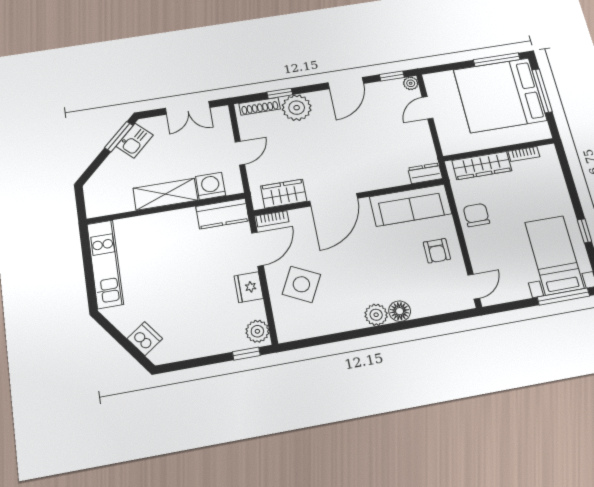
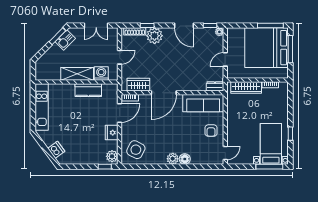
door: (346, 83) -> (184, 25), hinge flipped
door: (428, 108) -> (225, 59), moved
kitchen counter: (222, 214) -> (88, 90), moved
chair: (476, 215) -> (236, 115), removed
side table: (301, 284) -> (136, 150), moved

